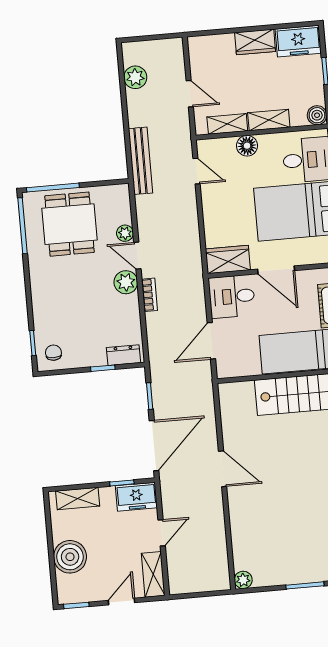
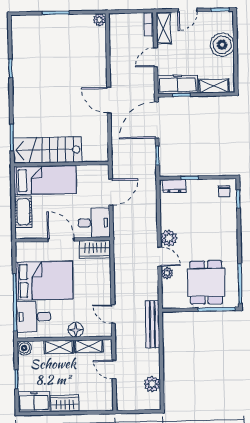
bookcase: (149, 295) -> (149, 24), moved
freezer: (136, 497) -> (177, 84), width x1.40

